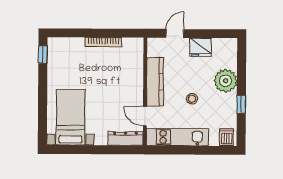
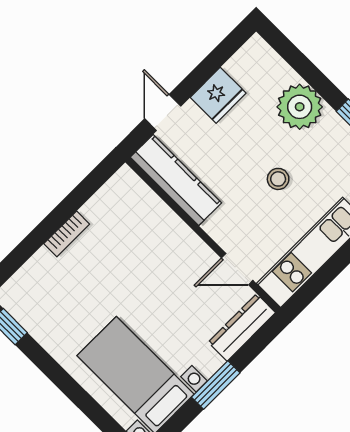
bookcase: (103, 42) -> (67, 234), width x0.64
kitchen counter: (155, 82) -> (176, 180), moved
window: (95, 150) -> (216, 385), added

